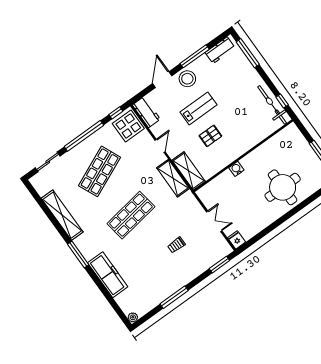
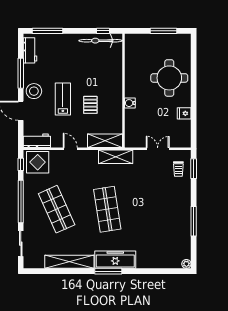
shelving: (173, 178) -> (116, 157), moved
fridge: (236, 240) -> (184, 113), moved
trolley: (176, 245) -> (178, 169), moved
freezer: (108, 275) -> (115, 260), moved

